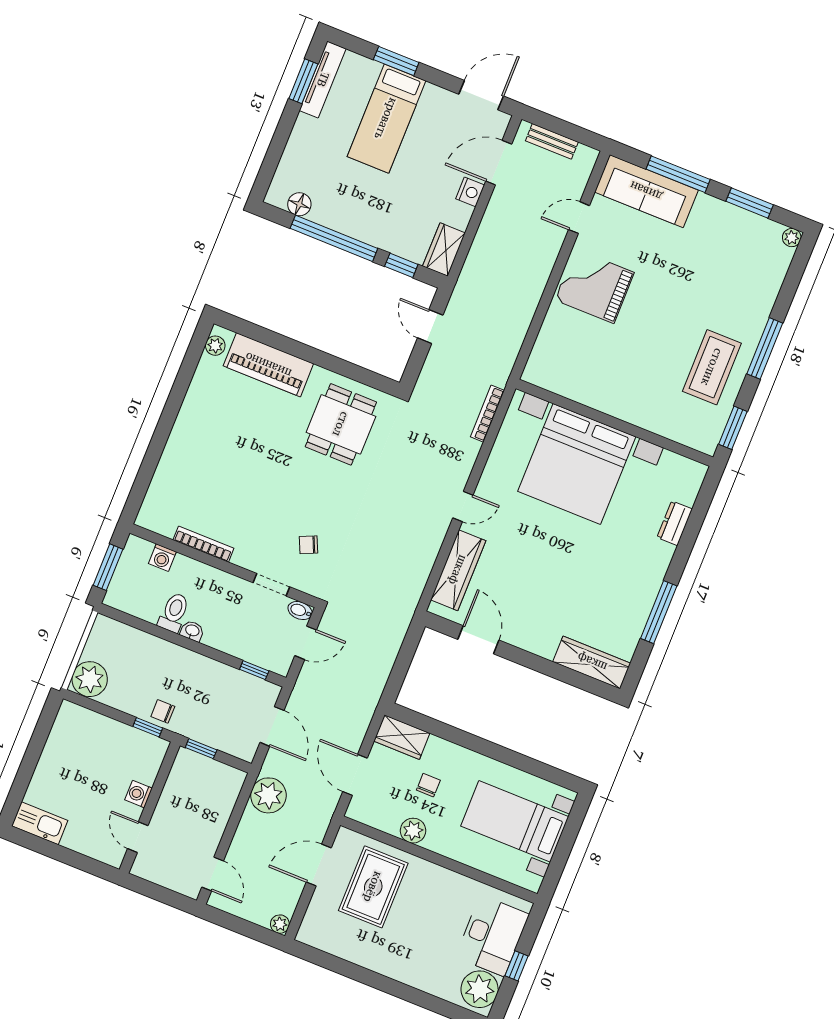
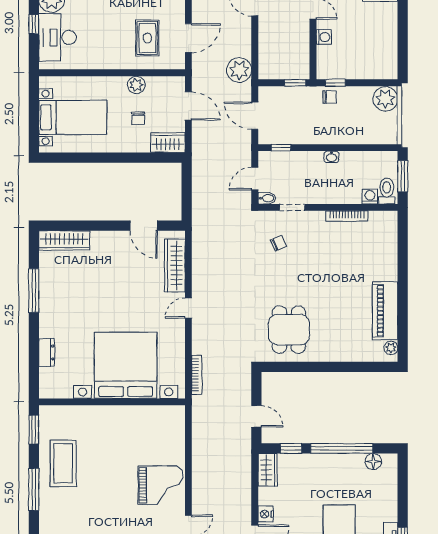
piano: (268, 365) -> (385, 311), moved, turned -90
toilet: (174, 612) -> (387, 191), moved, turned 180
rug: (373, 887) -> (147, 38), width x0.73, depth x0.70

